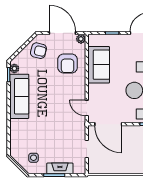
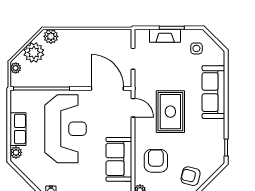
plant: (14, 68) -> (219, 155), removed
sofa: (19, 96) -> (213, 92), moved
rug: (55, 105) -> (170, 112), added

